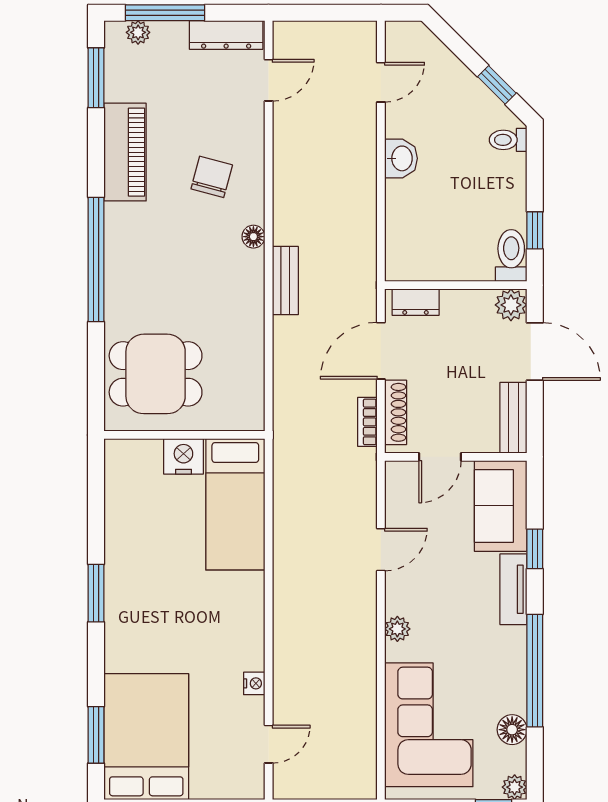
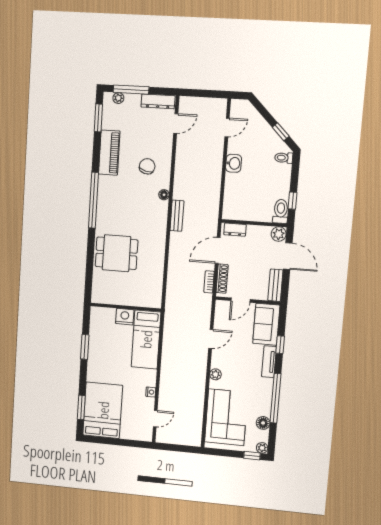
wall: (184, 435) -> (126, 307), moved
nightstand: (183, 456) -> (125, 317), moved
bed: (235, 504) -> (146, 339), moved

